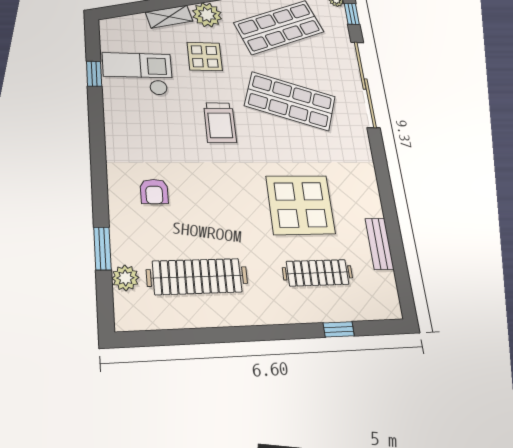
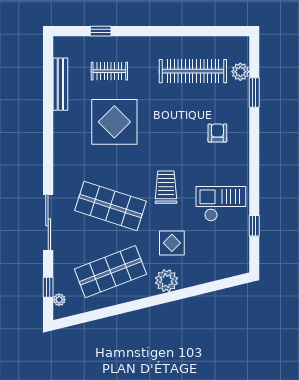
shelving: (169, 17) -> (196, 278), removed
checkout: (138, 74) -> (221, 204), moved, turned 180
sliding door: (365, 84) -> (48, 222), width x0.73
bench: (380, 244) -> (60, 84), width x1.36
clothes rail: (318, 273) -> (109, 71), width x0.73

